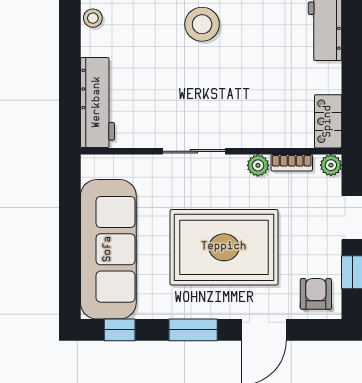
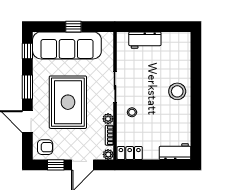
stool: (93, 18) -> (132, 112), moved
workbench: (97, 102) -> (145, 40), width x0.73
window: (70, 236) -> (73, 27), added

